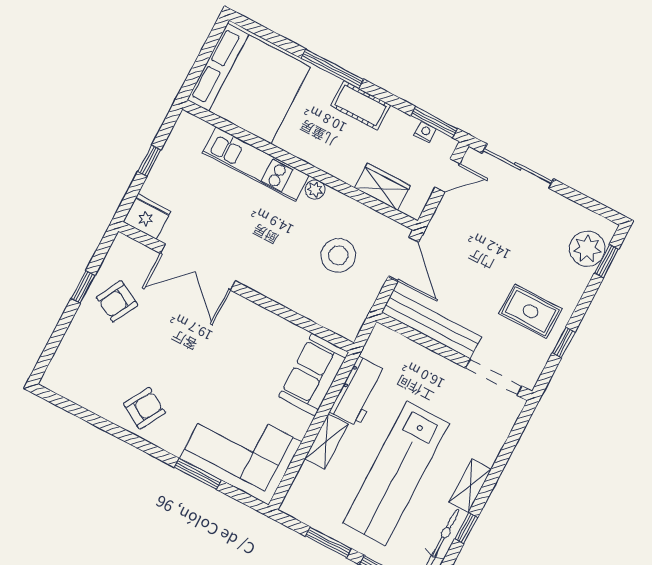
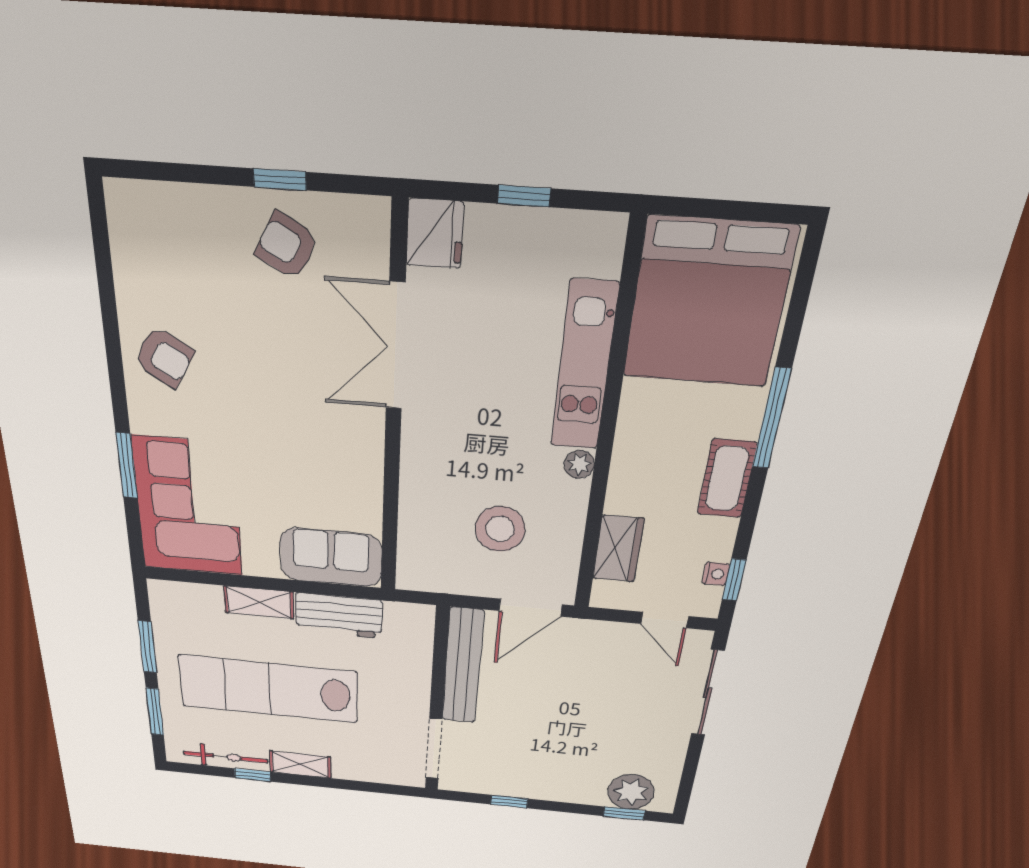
window: (434, 122) -> (734, 580), width x0.67
rug: (531, 311) -> (530, 760), removed

